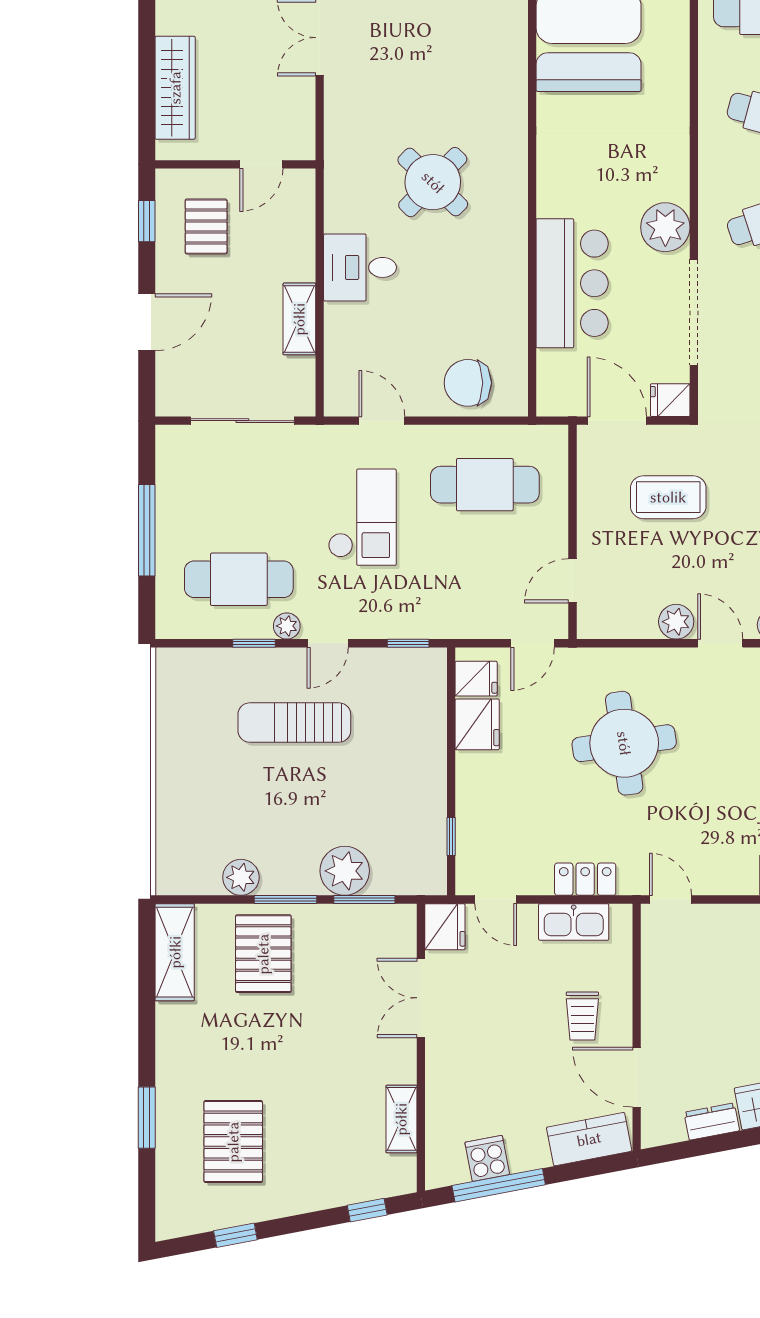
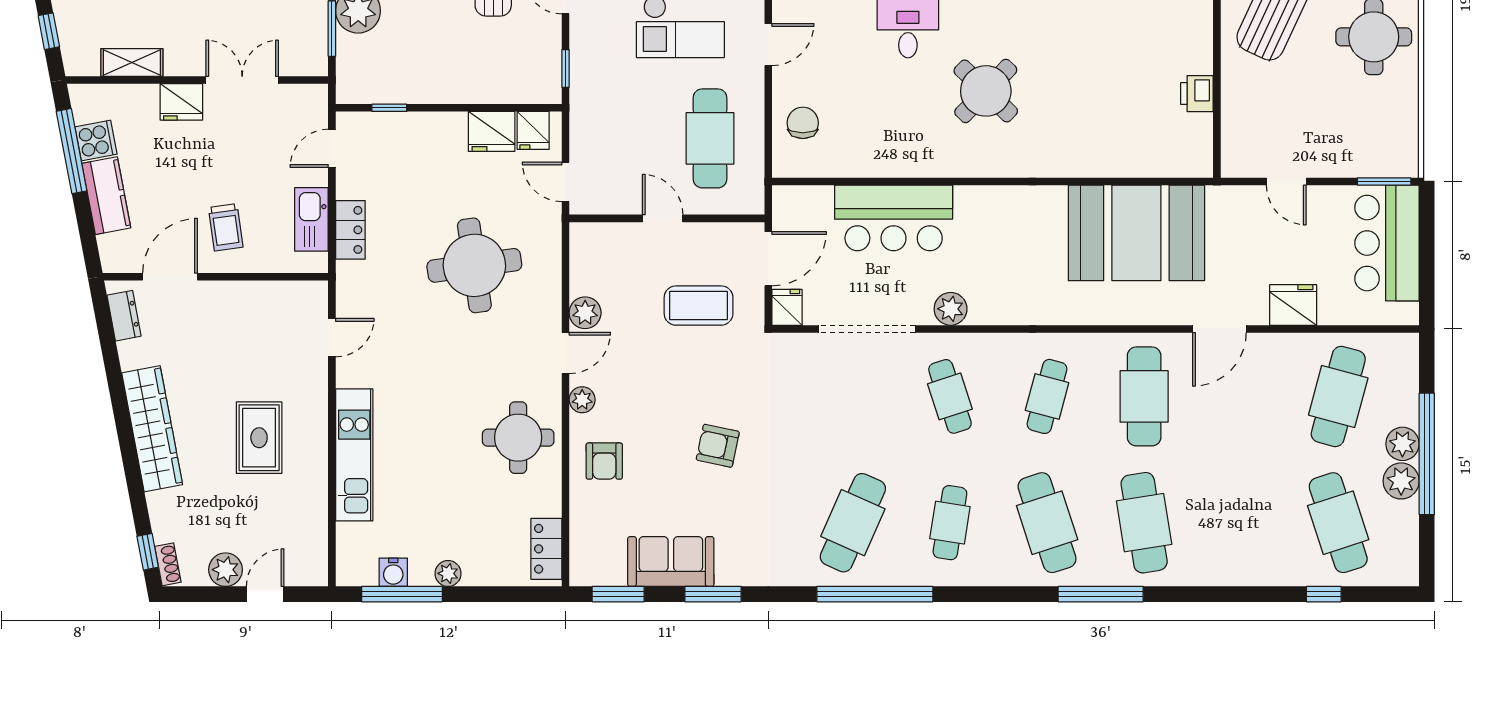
plant: (665, 227) -> (951, 309), width x0.73, depth x0.73
chair: (468, 383) -> (803, 123), width x0.73, depth x0.73
coffee table: (668, 497) -> (699, 306), turned 90
door: (573, 581) -> (663, 218), moved
door: (670, 899) -> (332, 338), moved
fridge: (445, 927) -> (181, 102), moved
trolley: (582, 1016) -> (226, 227), turned -98
dresser: (712, 1121) -> (124, 316), moved
kitchen counter: (589, 1139) -> (106, 196), moved

